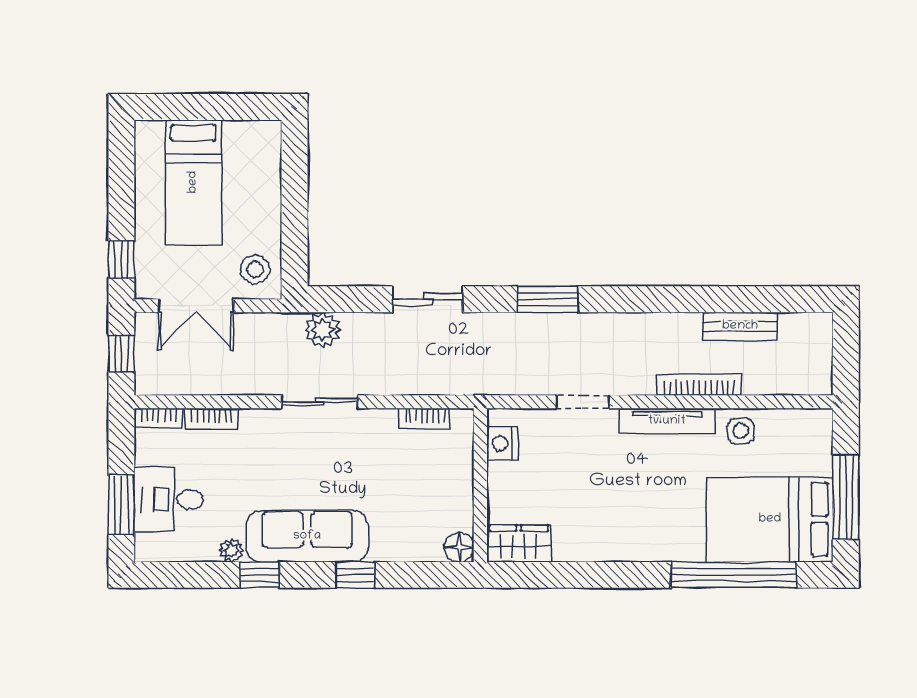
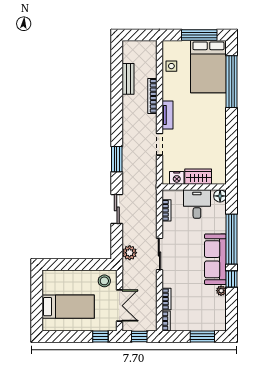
tv unit: (667, 421) -> (168, 115), width x0.71
side table: (741, 431) -> (171, 66), moved
desk: (169, 500) -> (197, 204), moved, turned 180
wardrobe: (519, 544) -> (198, 177), moved, turned 90
window: (355, 575) -> (232, 239), width x3.17

